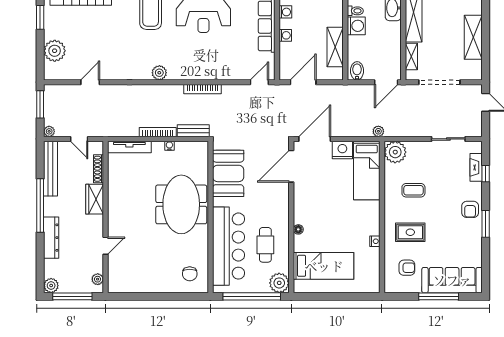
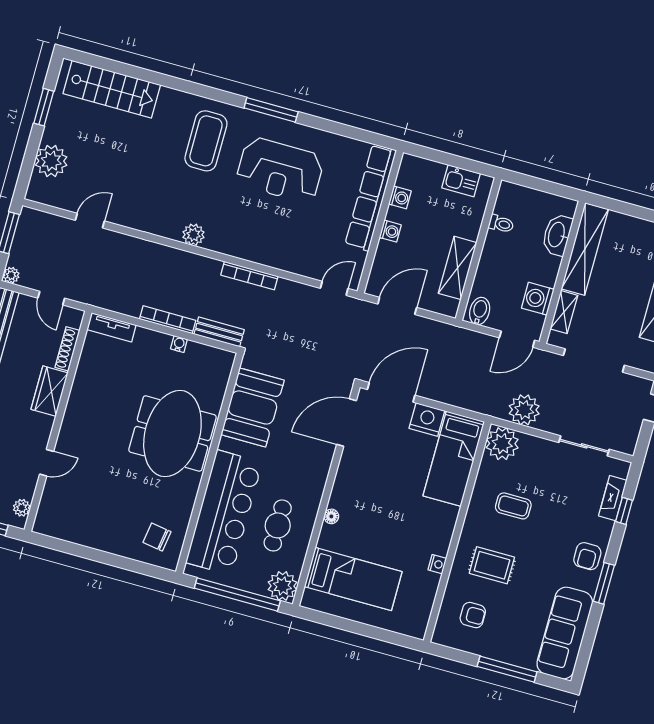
washing machine: (356, 26) -> (538, 299), moved, turned 180
plant: (378, 131) -> (524, 410), moved, width x1.88, depth x1.88
tv unit: (129, 147) -> (112, 327), width x0.71
chair: (190, 274) -> (157, 537), turned 99
sofa: (452, 280) -> (565, 633), moved, turned -90

